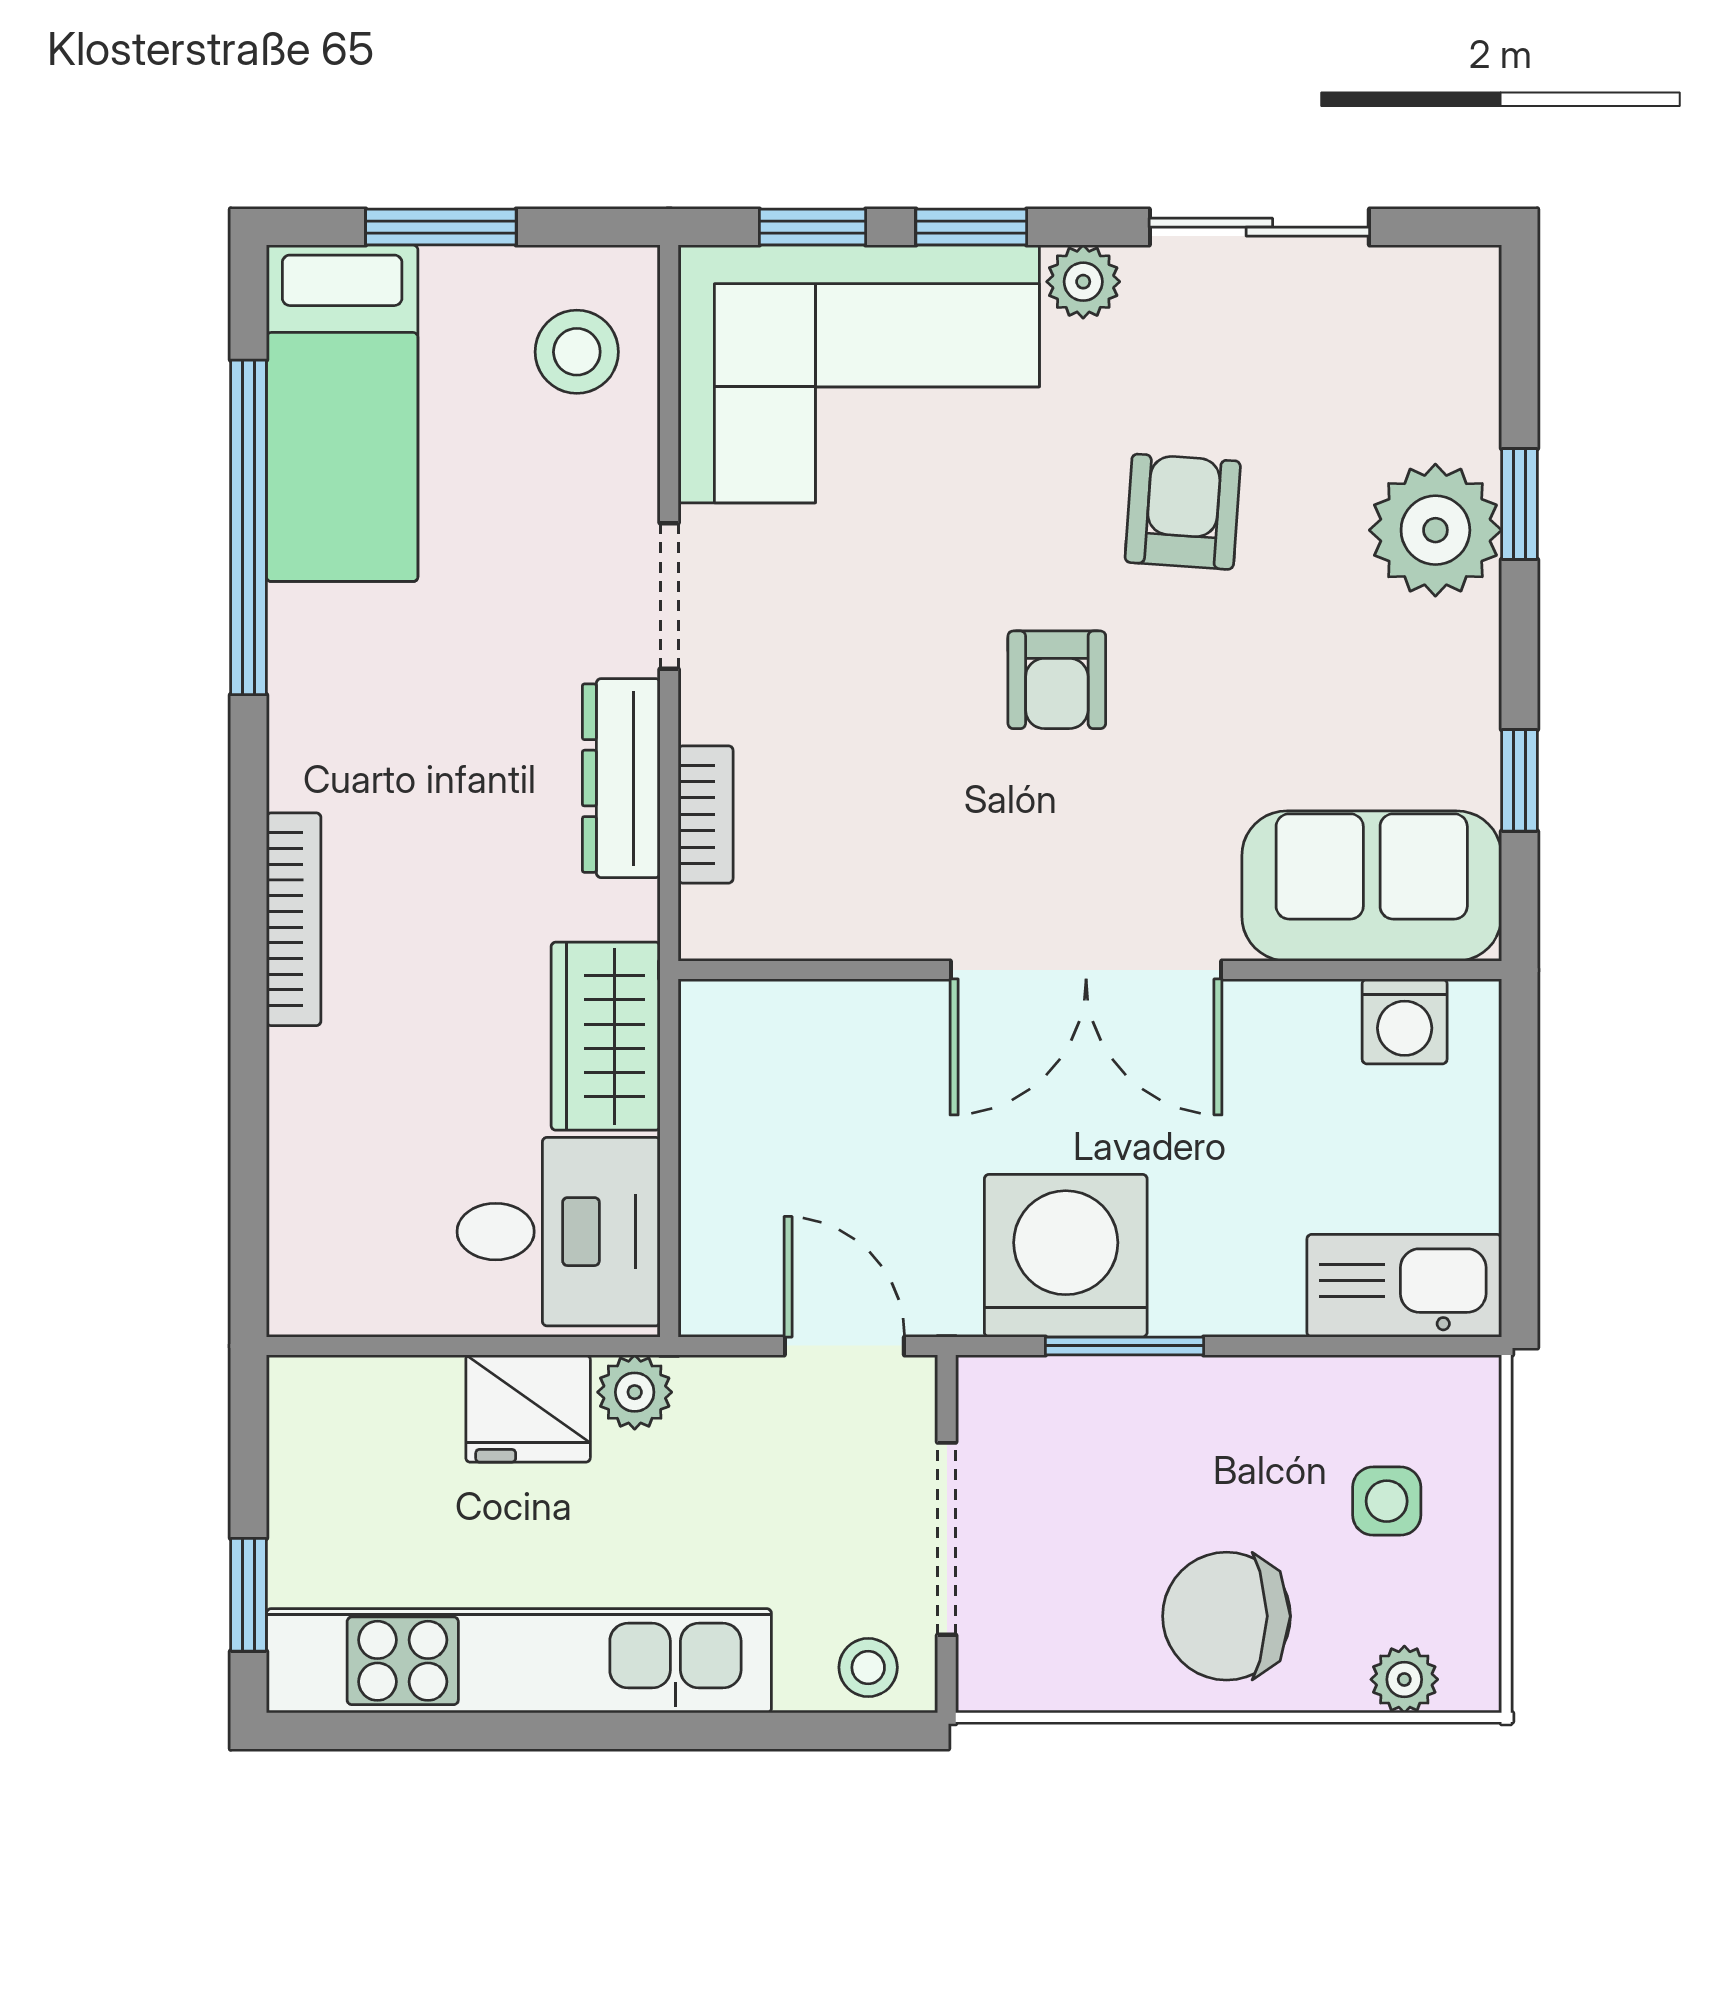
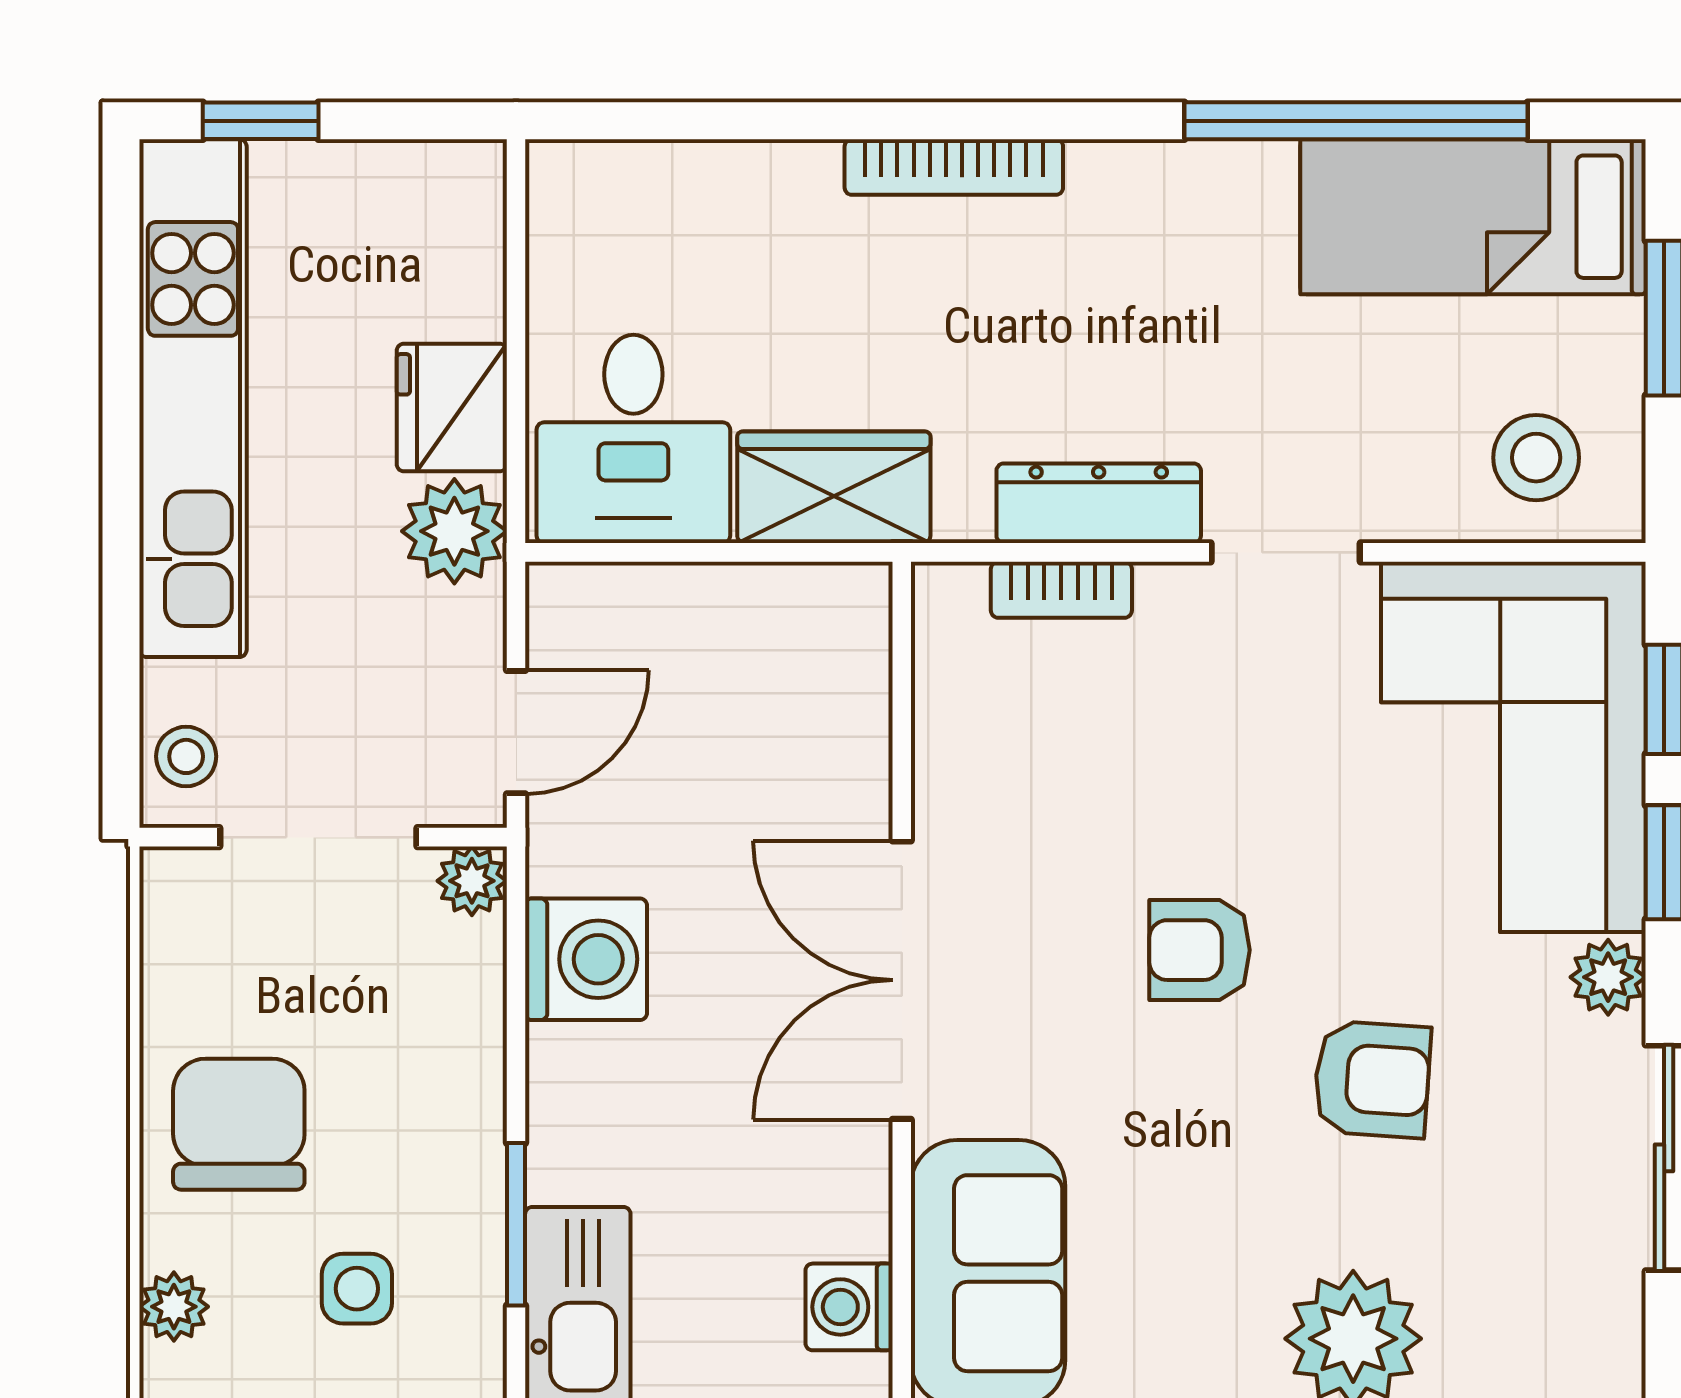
washing machine: (1066, 1256) -> (586, 959), width x0.73, depth x0.73
window: (1125, 1346) -> (516, 1224), moved
plant: (989, 1389) -> (472, 881), added
plant: (635, 1392) -> (454, 531), width x1.38, depth x1.38

